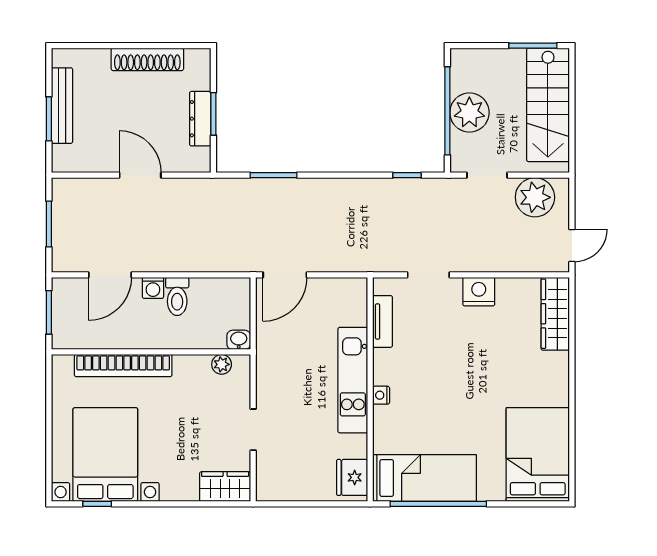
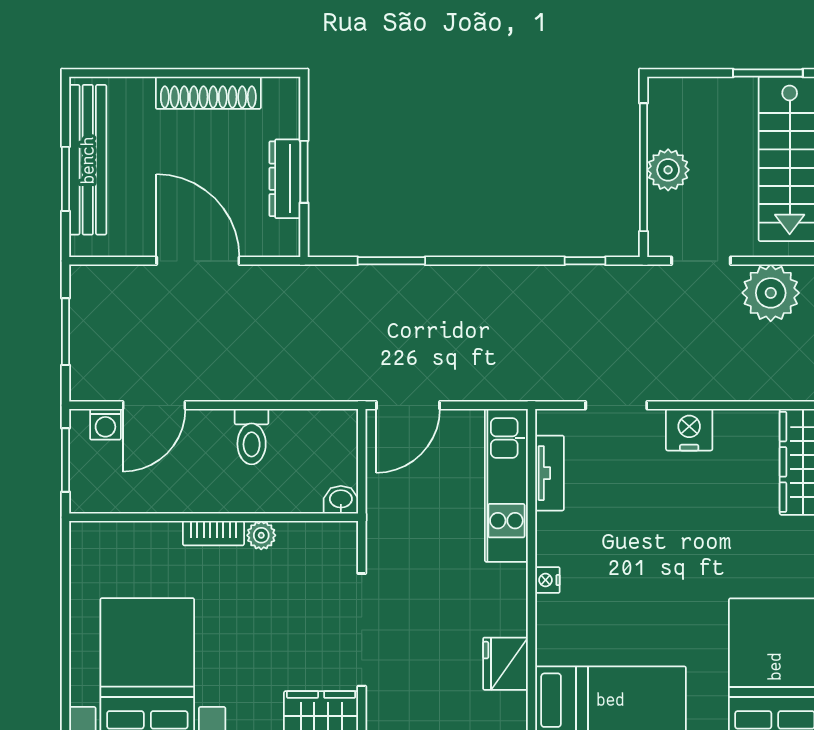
bench: (62, 106) -> (88, 160), width x1.37, depth x1.21
plant: (469, 113) -> (668, 170), width x0.73, depth x0.73
door: (140, 175) -> (198, 261), width x1.36
washing machine: (153, 288) -> (105, 424), moved
plant: (222, 364) -> (261, 535), moved
bookcase: (123, 366) -> (213, 533), width x0.43, depth x0.76
kitchen unit: (353, 380) -> (506, 485), moved
doorway: (253, 430) -> (362, 630), width x1.87
fridge: (352, 477) -> (505, 664), moved

